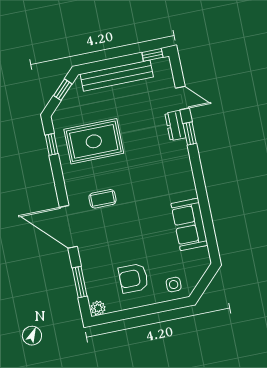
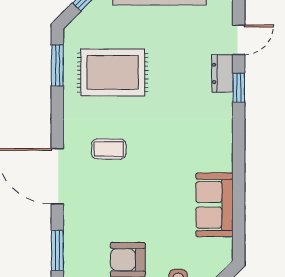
door: (182, 98) -> (239, 40), hinge flipped
window: (52, 144) -> (57, 65), width x1.50

